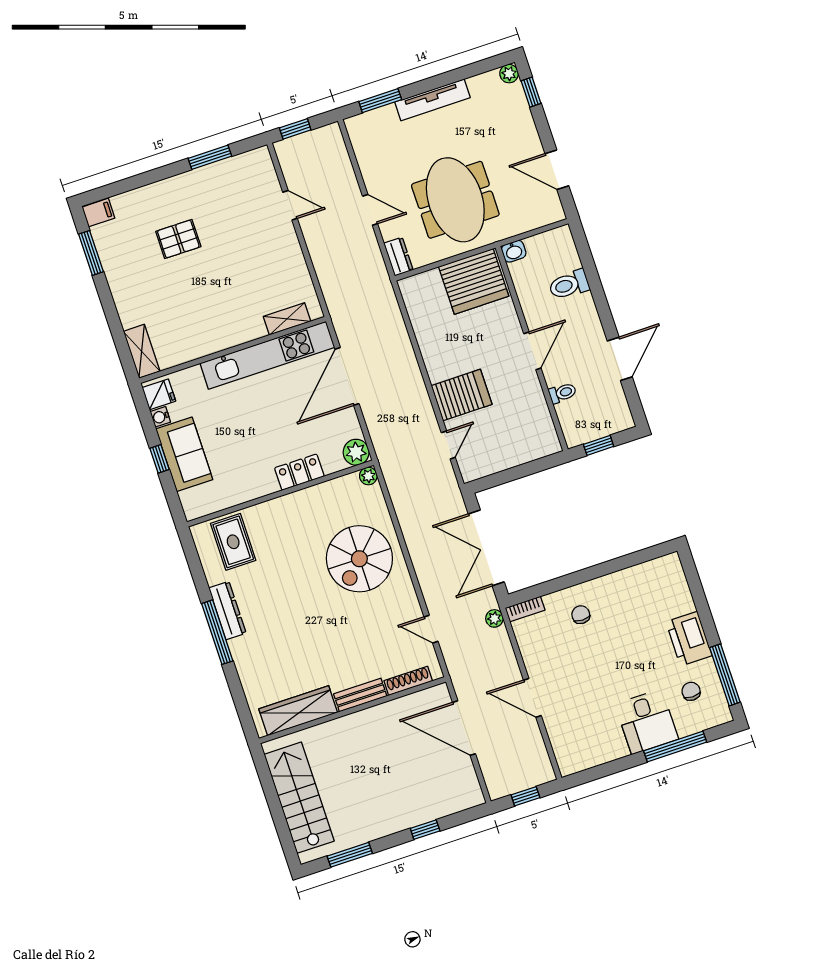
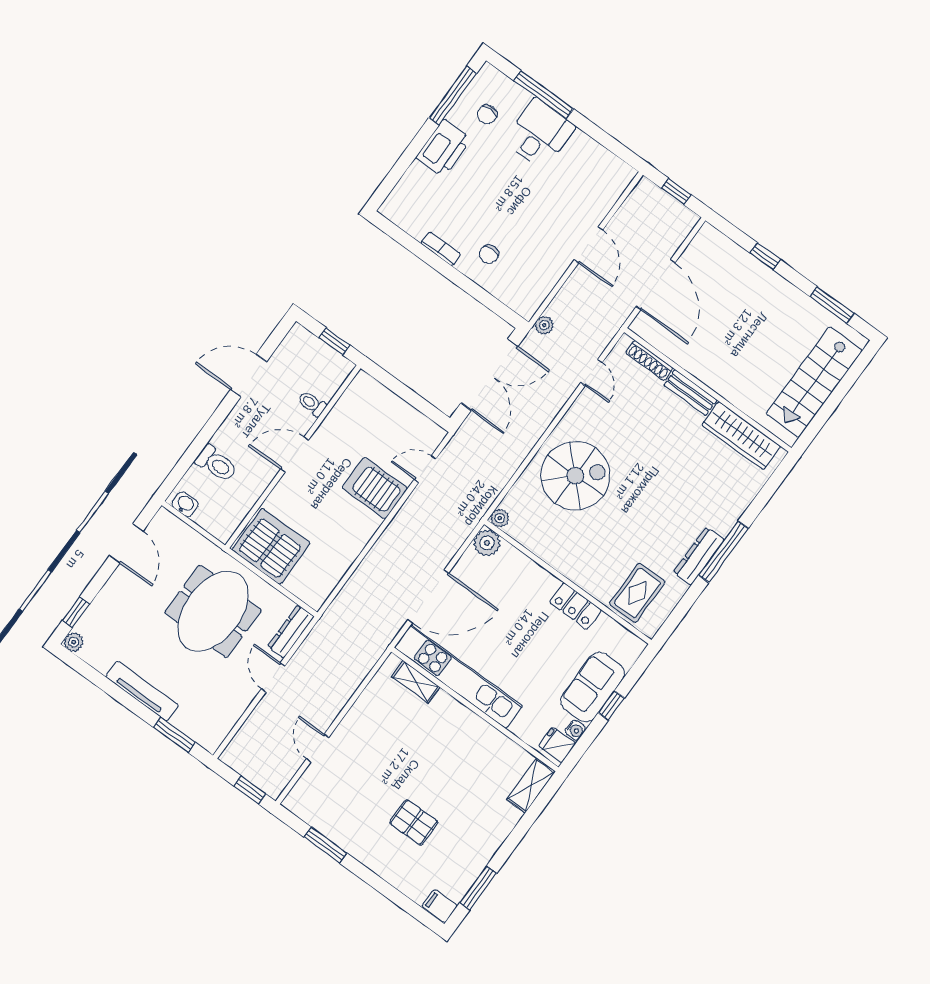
washbasin: (514, 251) -> (185, 504), moved
dresser: (398, 257) -> (291, 632), width x1.44
locker: (299, 472) -> (575, 606), moved
bookcase: (525, 609) -> (441, 249), moved

